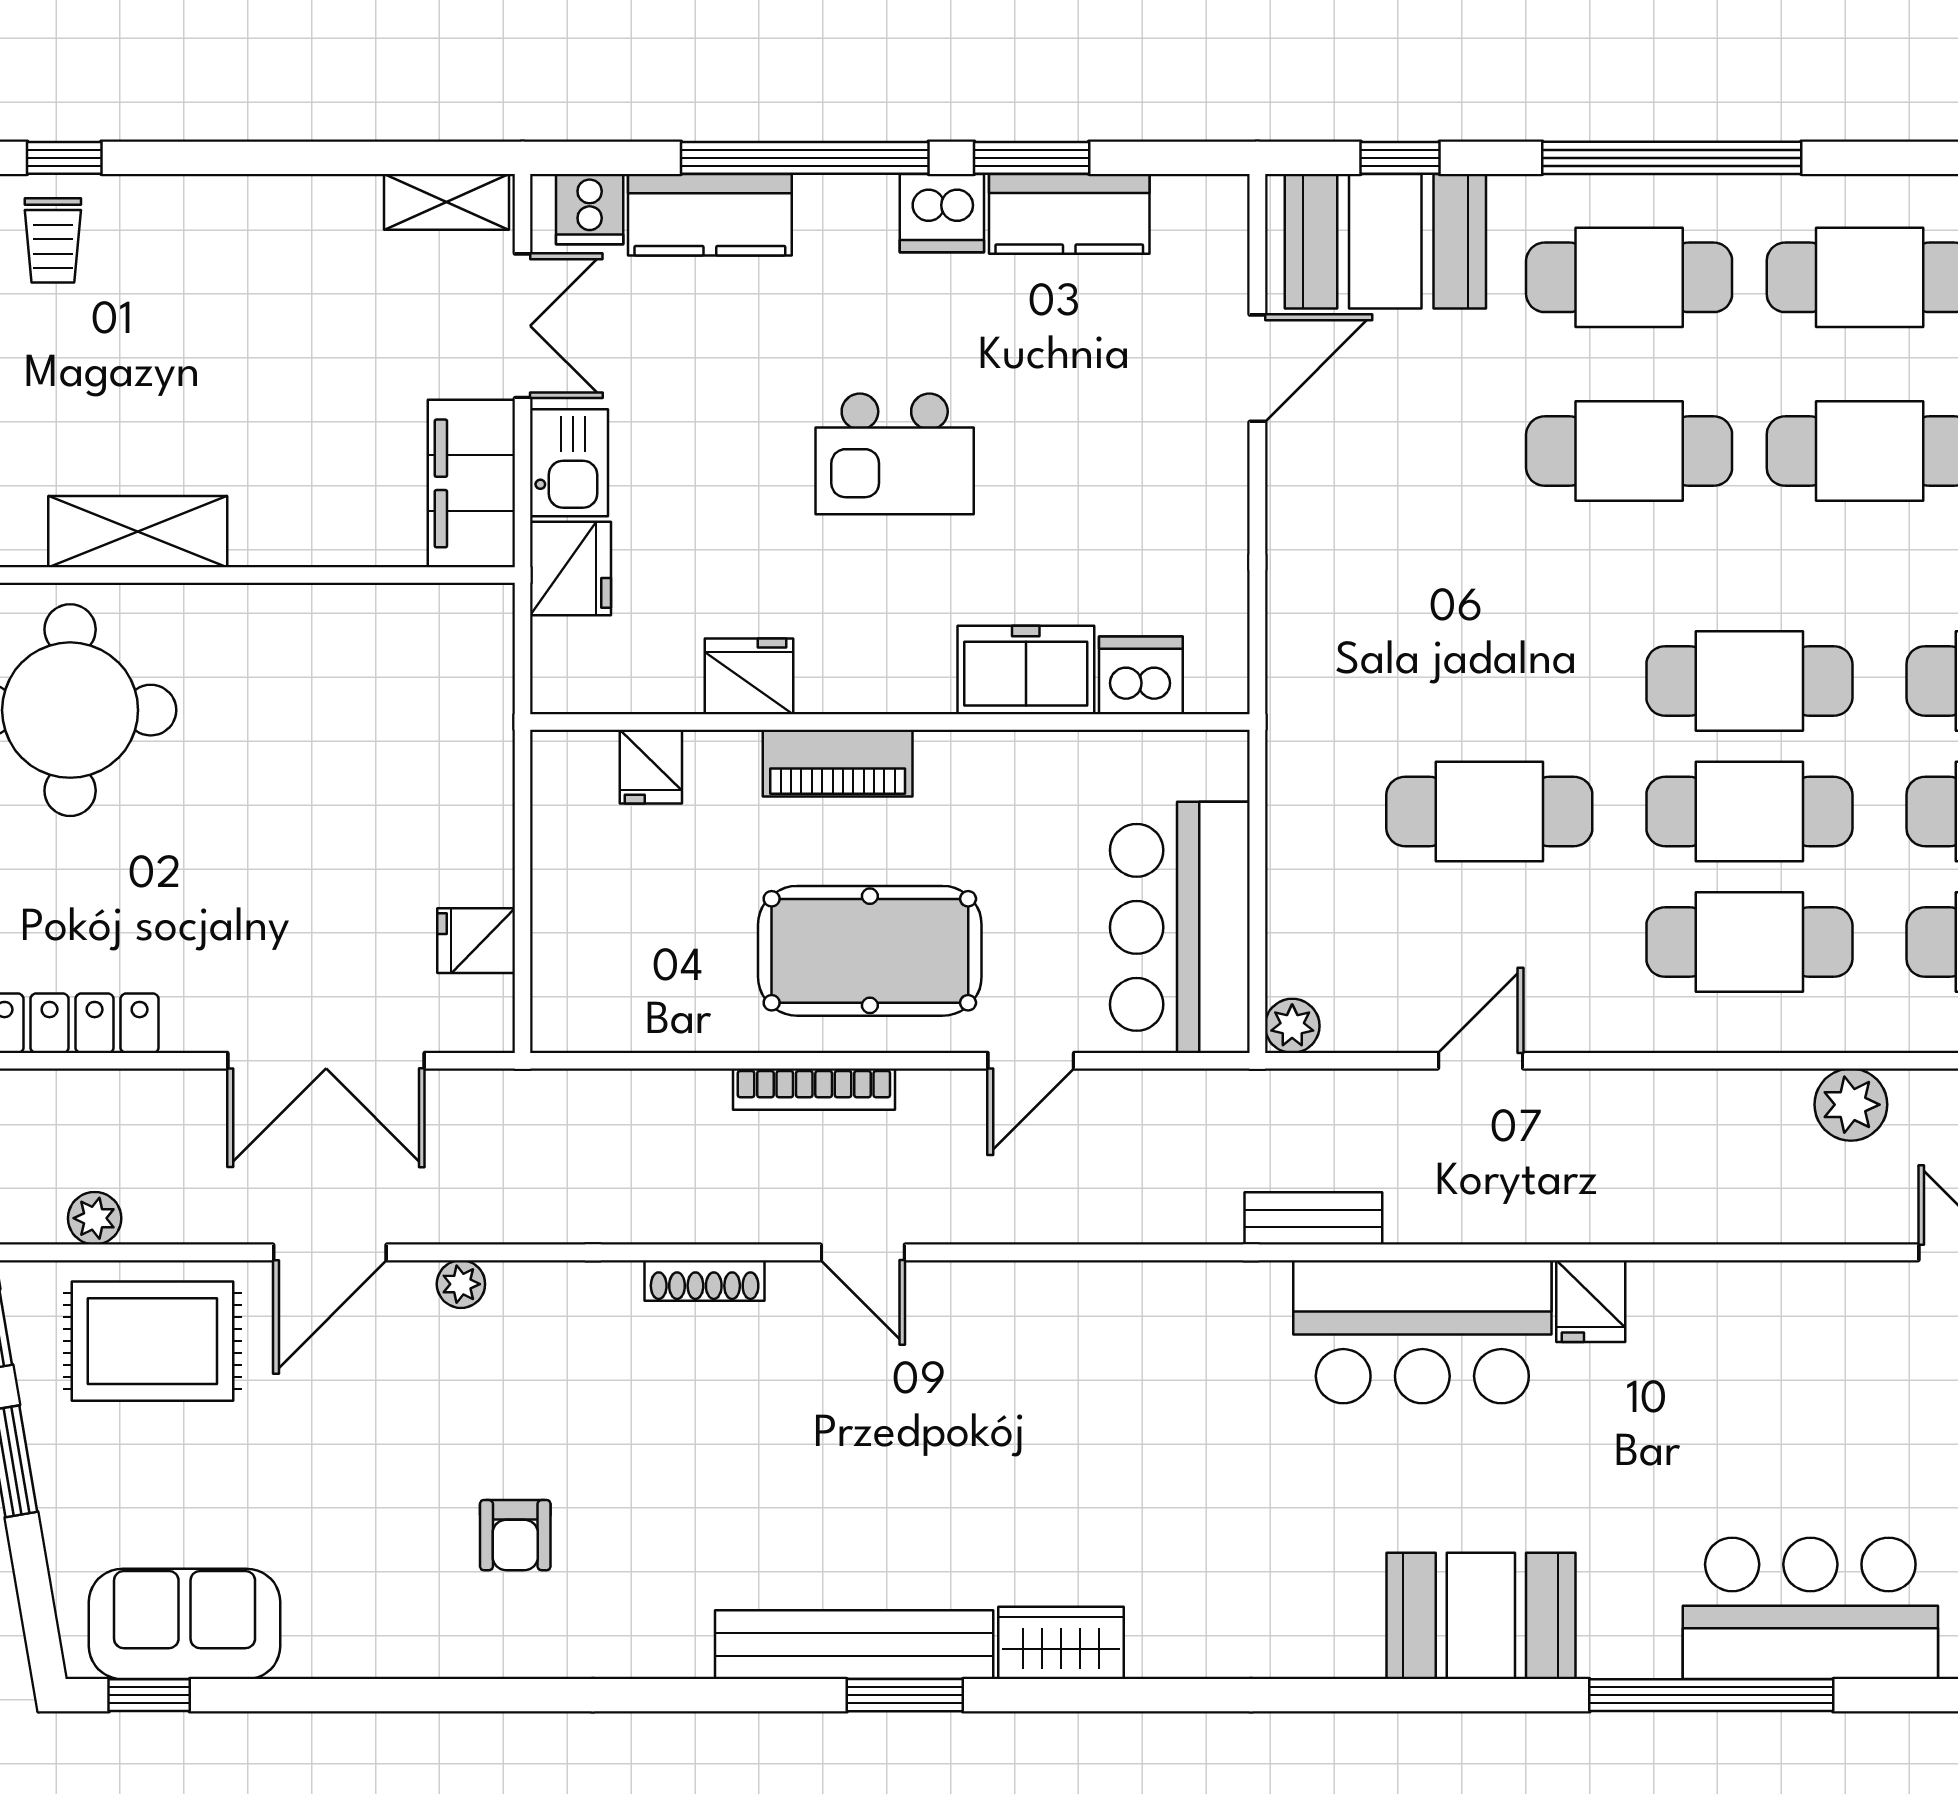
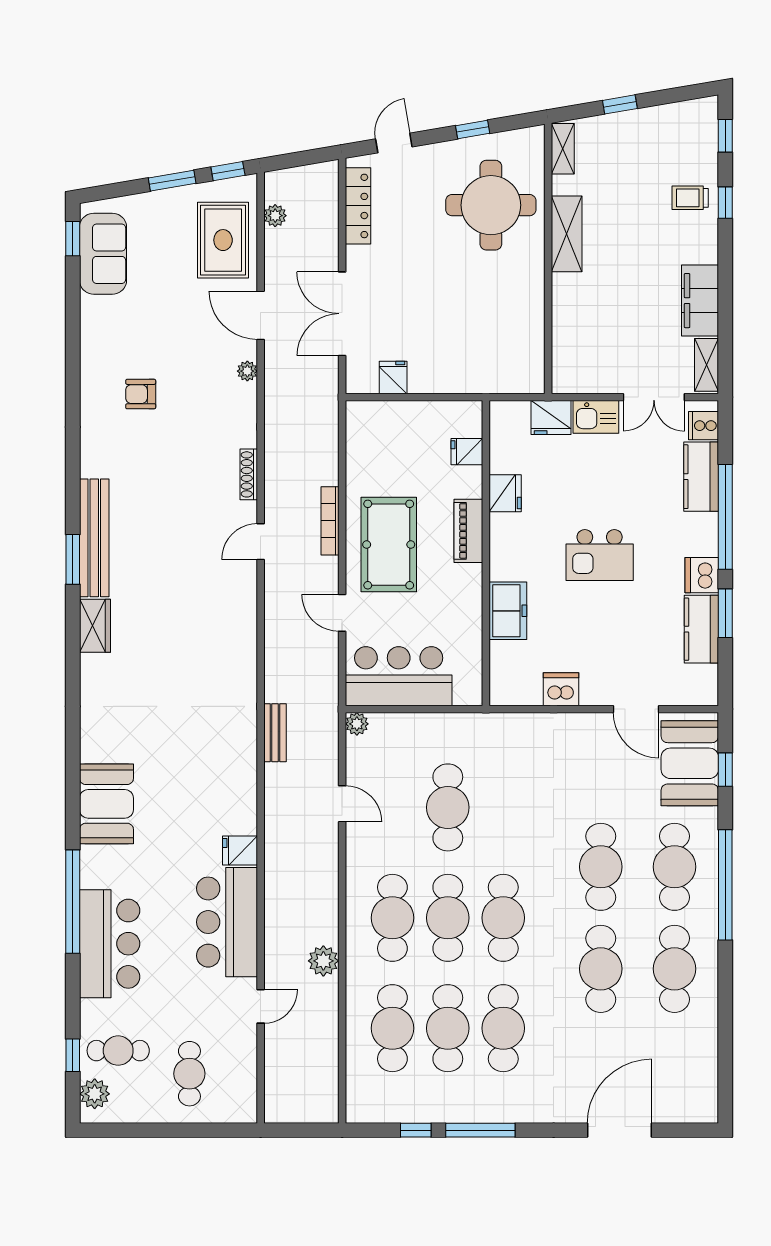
kitchen island: (895, 454) -> (600, 555), turned -90
filing cabinet: (471, 483) -> (700, 301), moved, turned -90
dishwasher: (1141, 675) -> (561, 689), moved, turned -90
bar counter: (1422, 1332) -> (227, 922), moved

